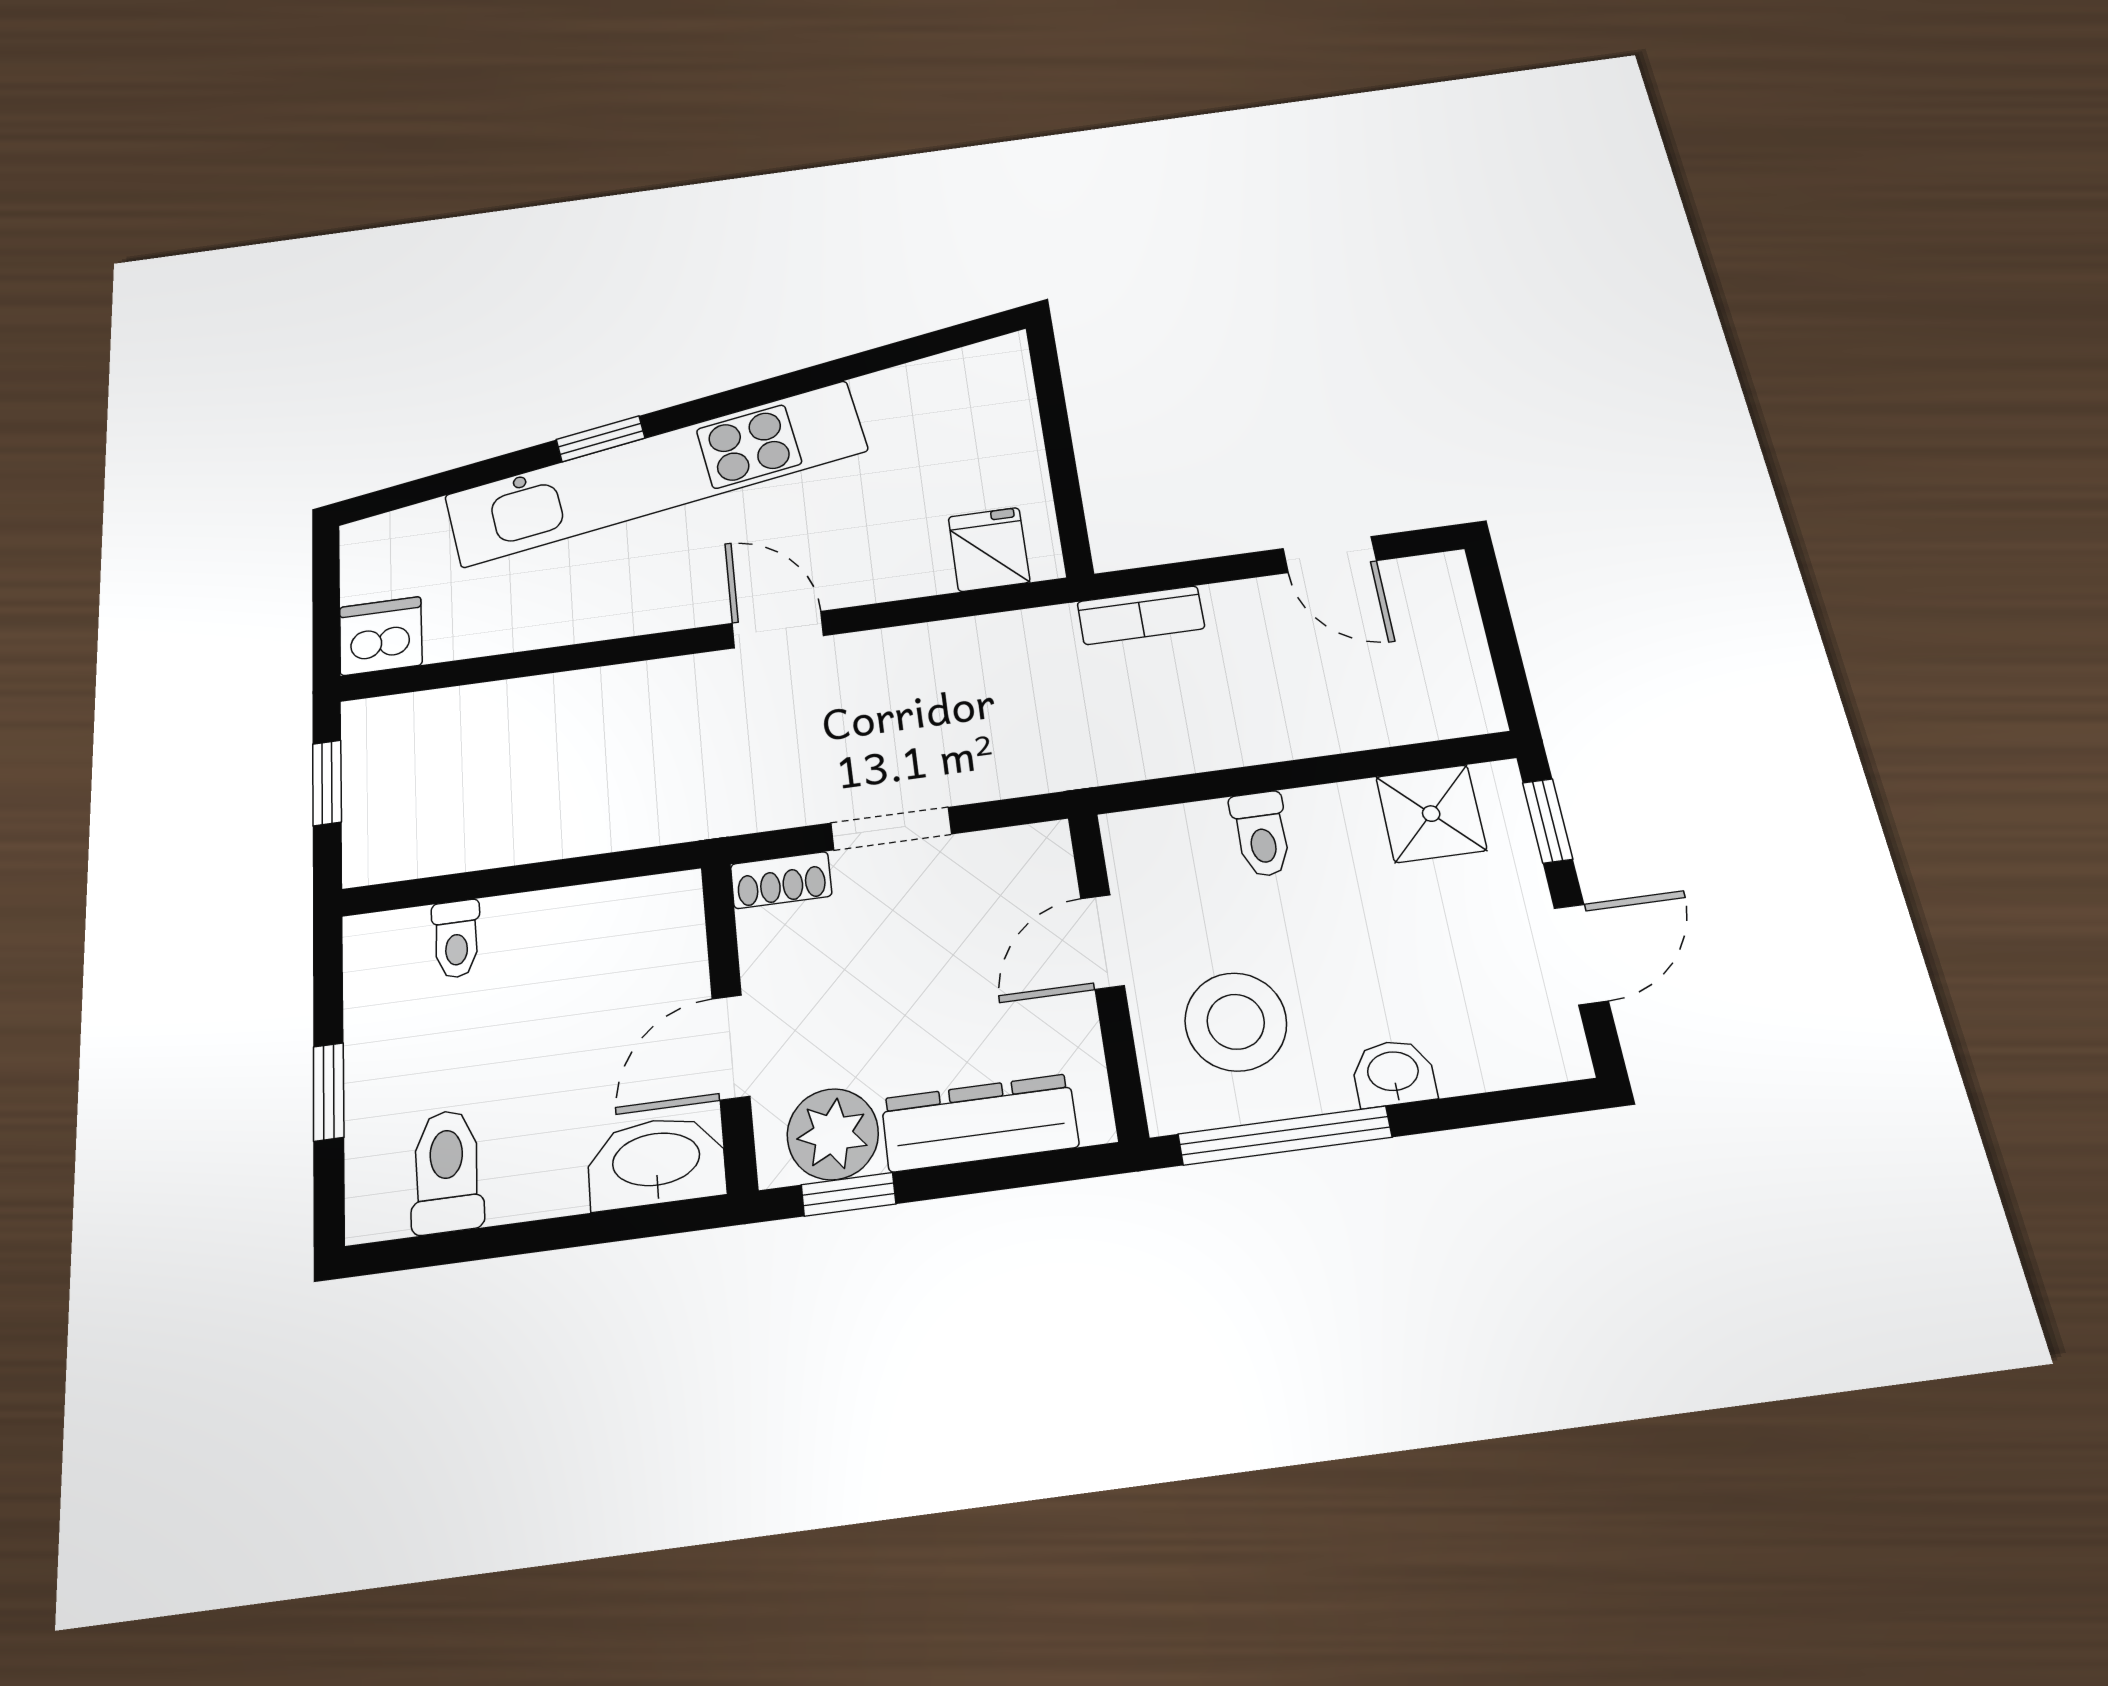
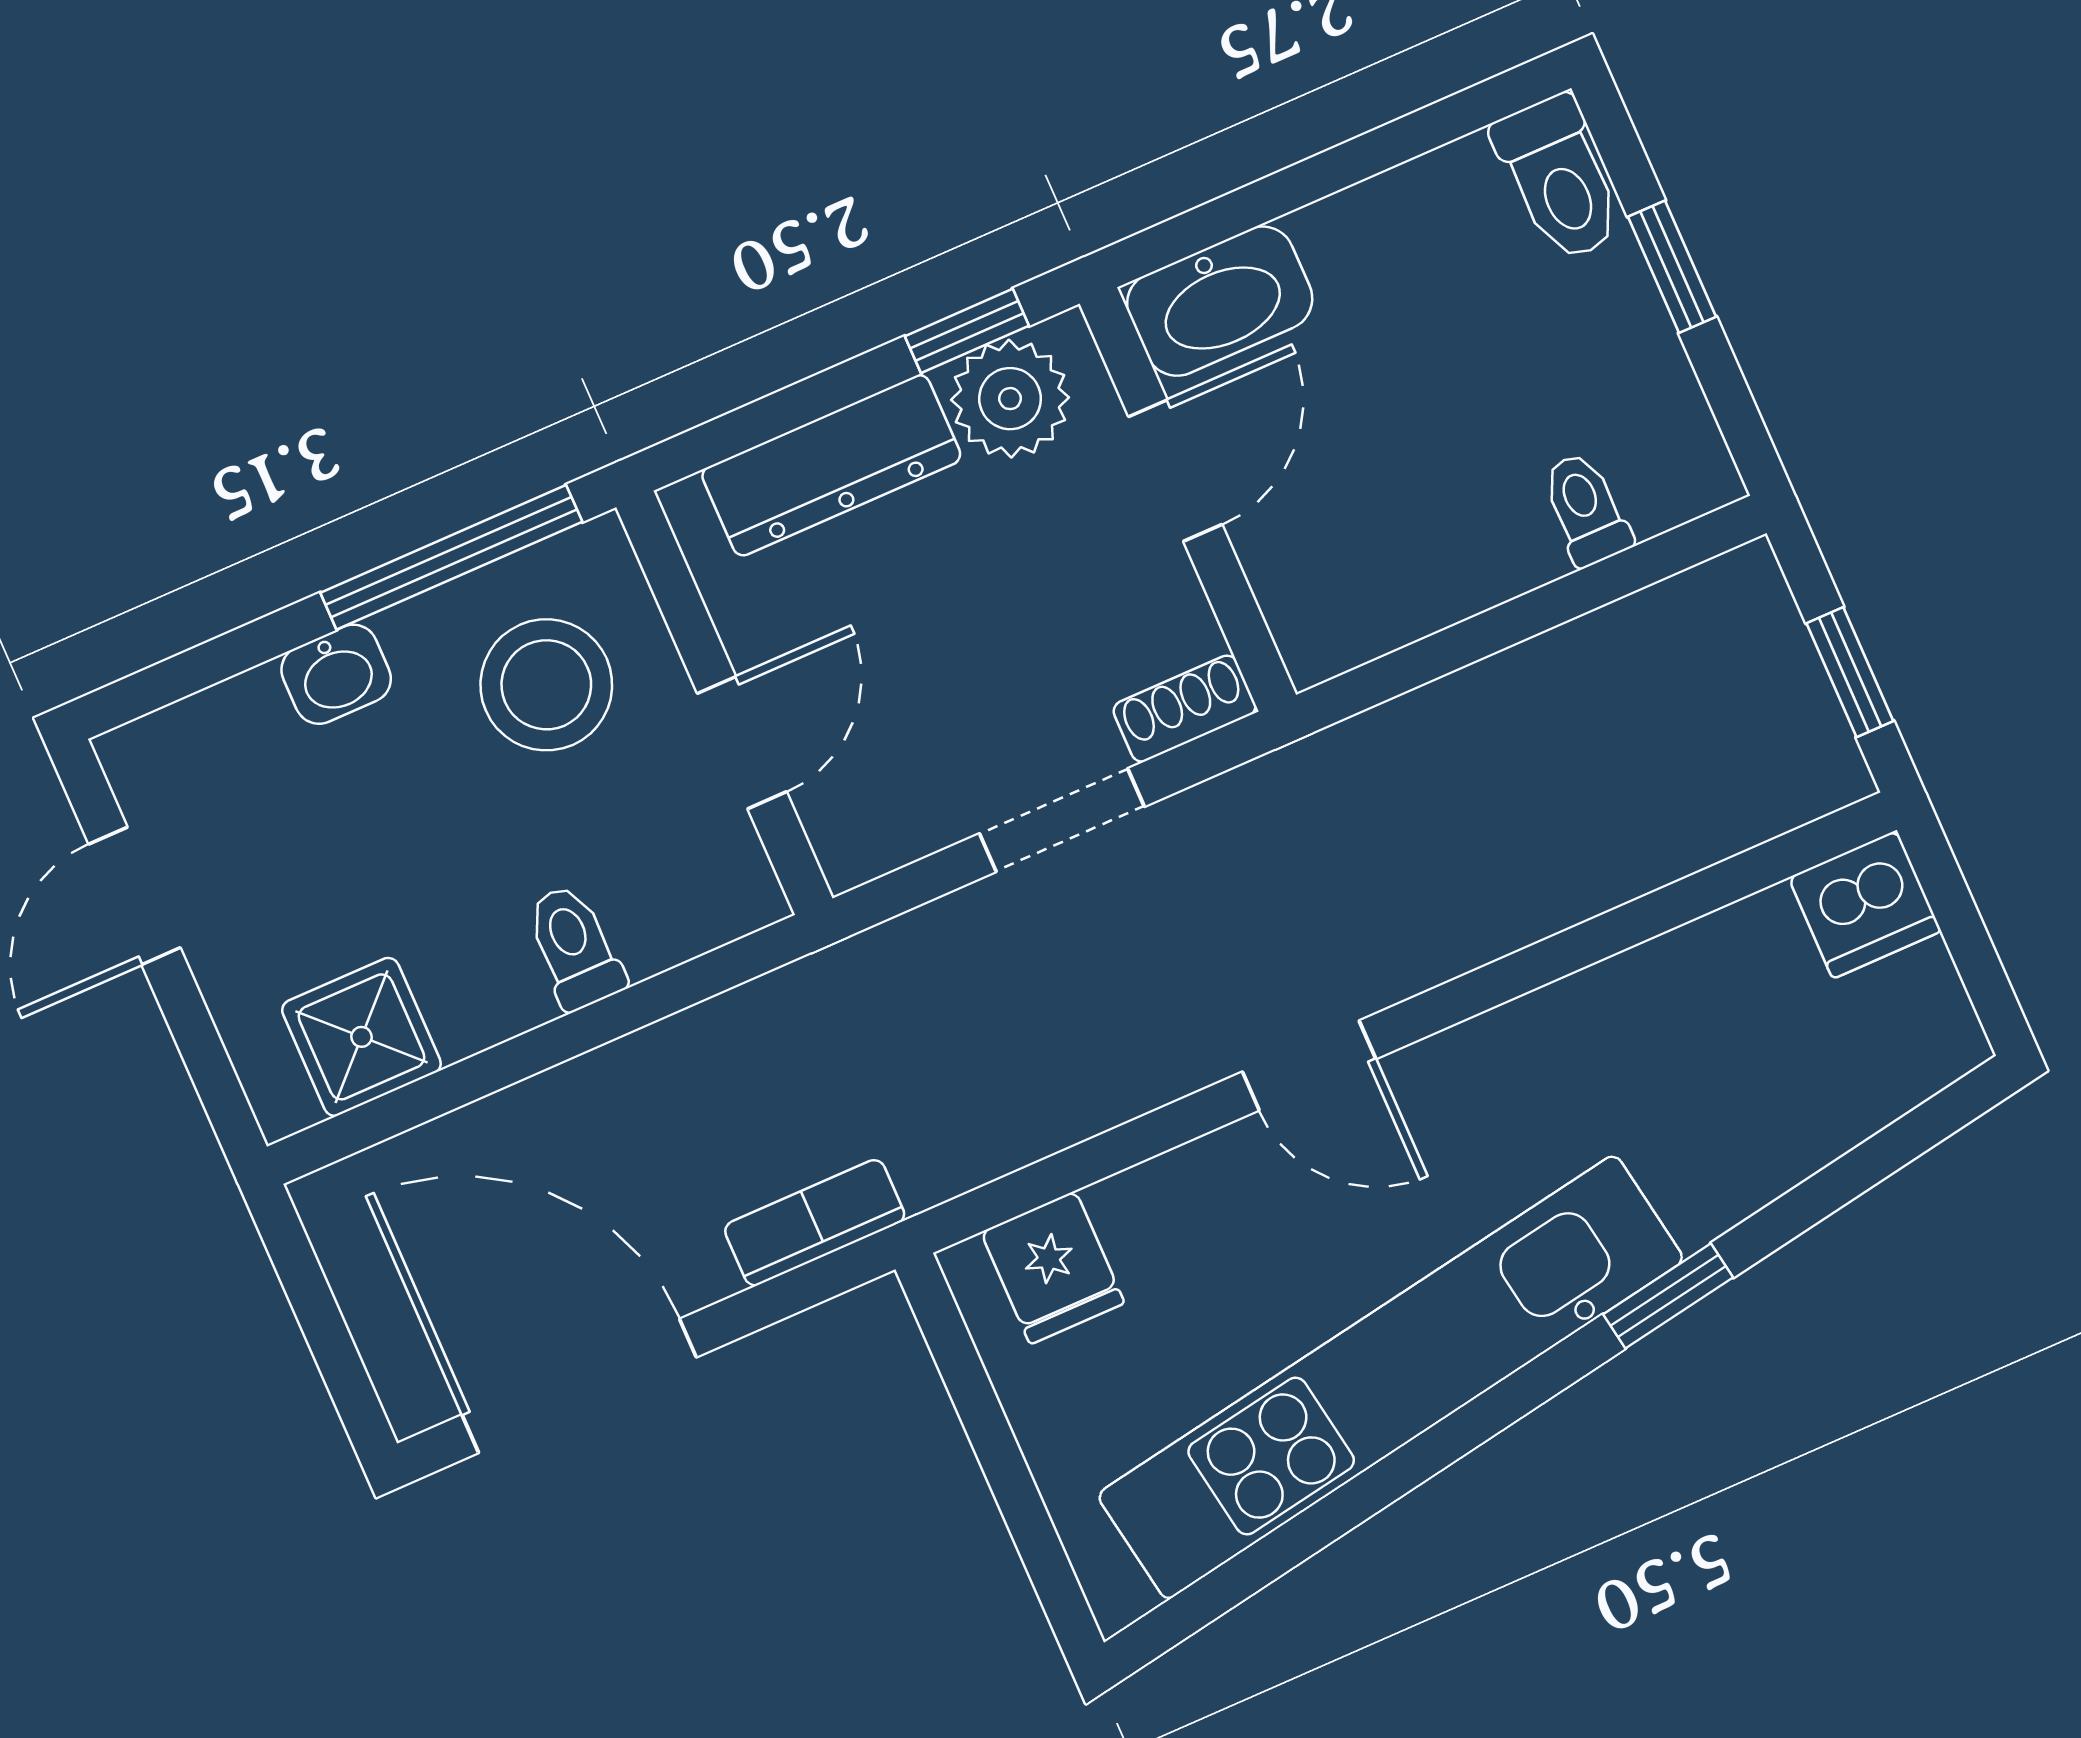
kitchen unit: (656, 473) -> (1391, 1377), moved
door: (1330, 555) -> (579, 1386), width x1.88
window: (1548, 821) -> (210, 1068), removed
toilet: (447, 1171) -> (1559, 179), moved

